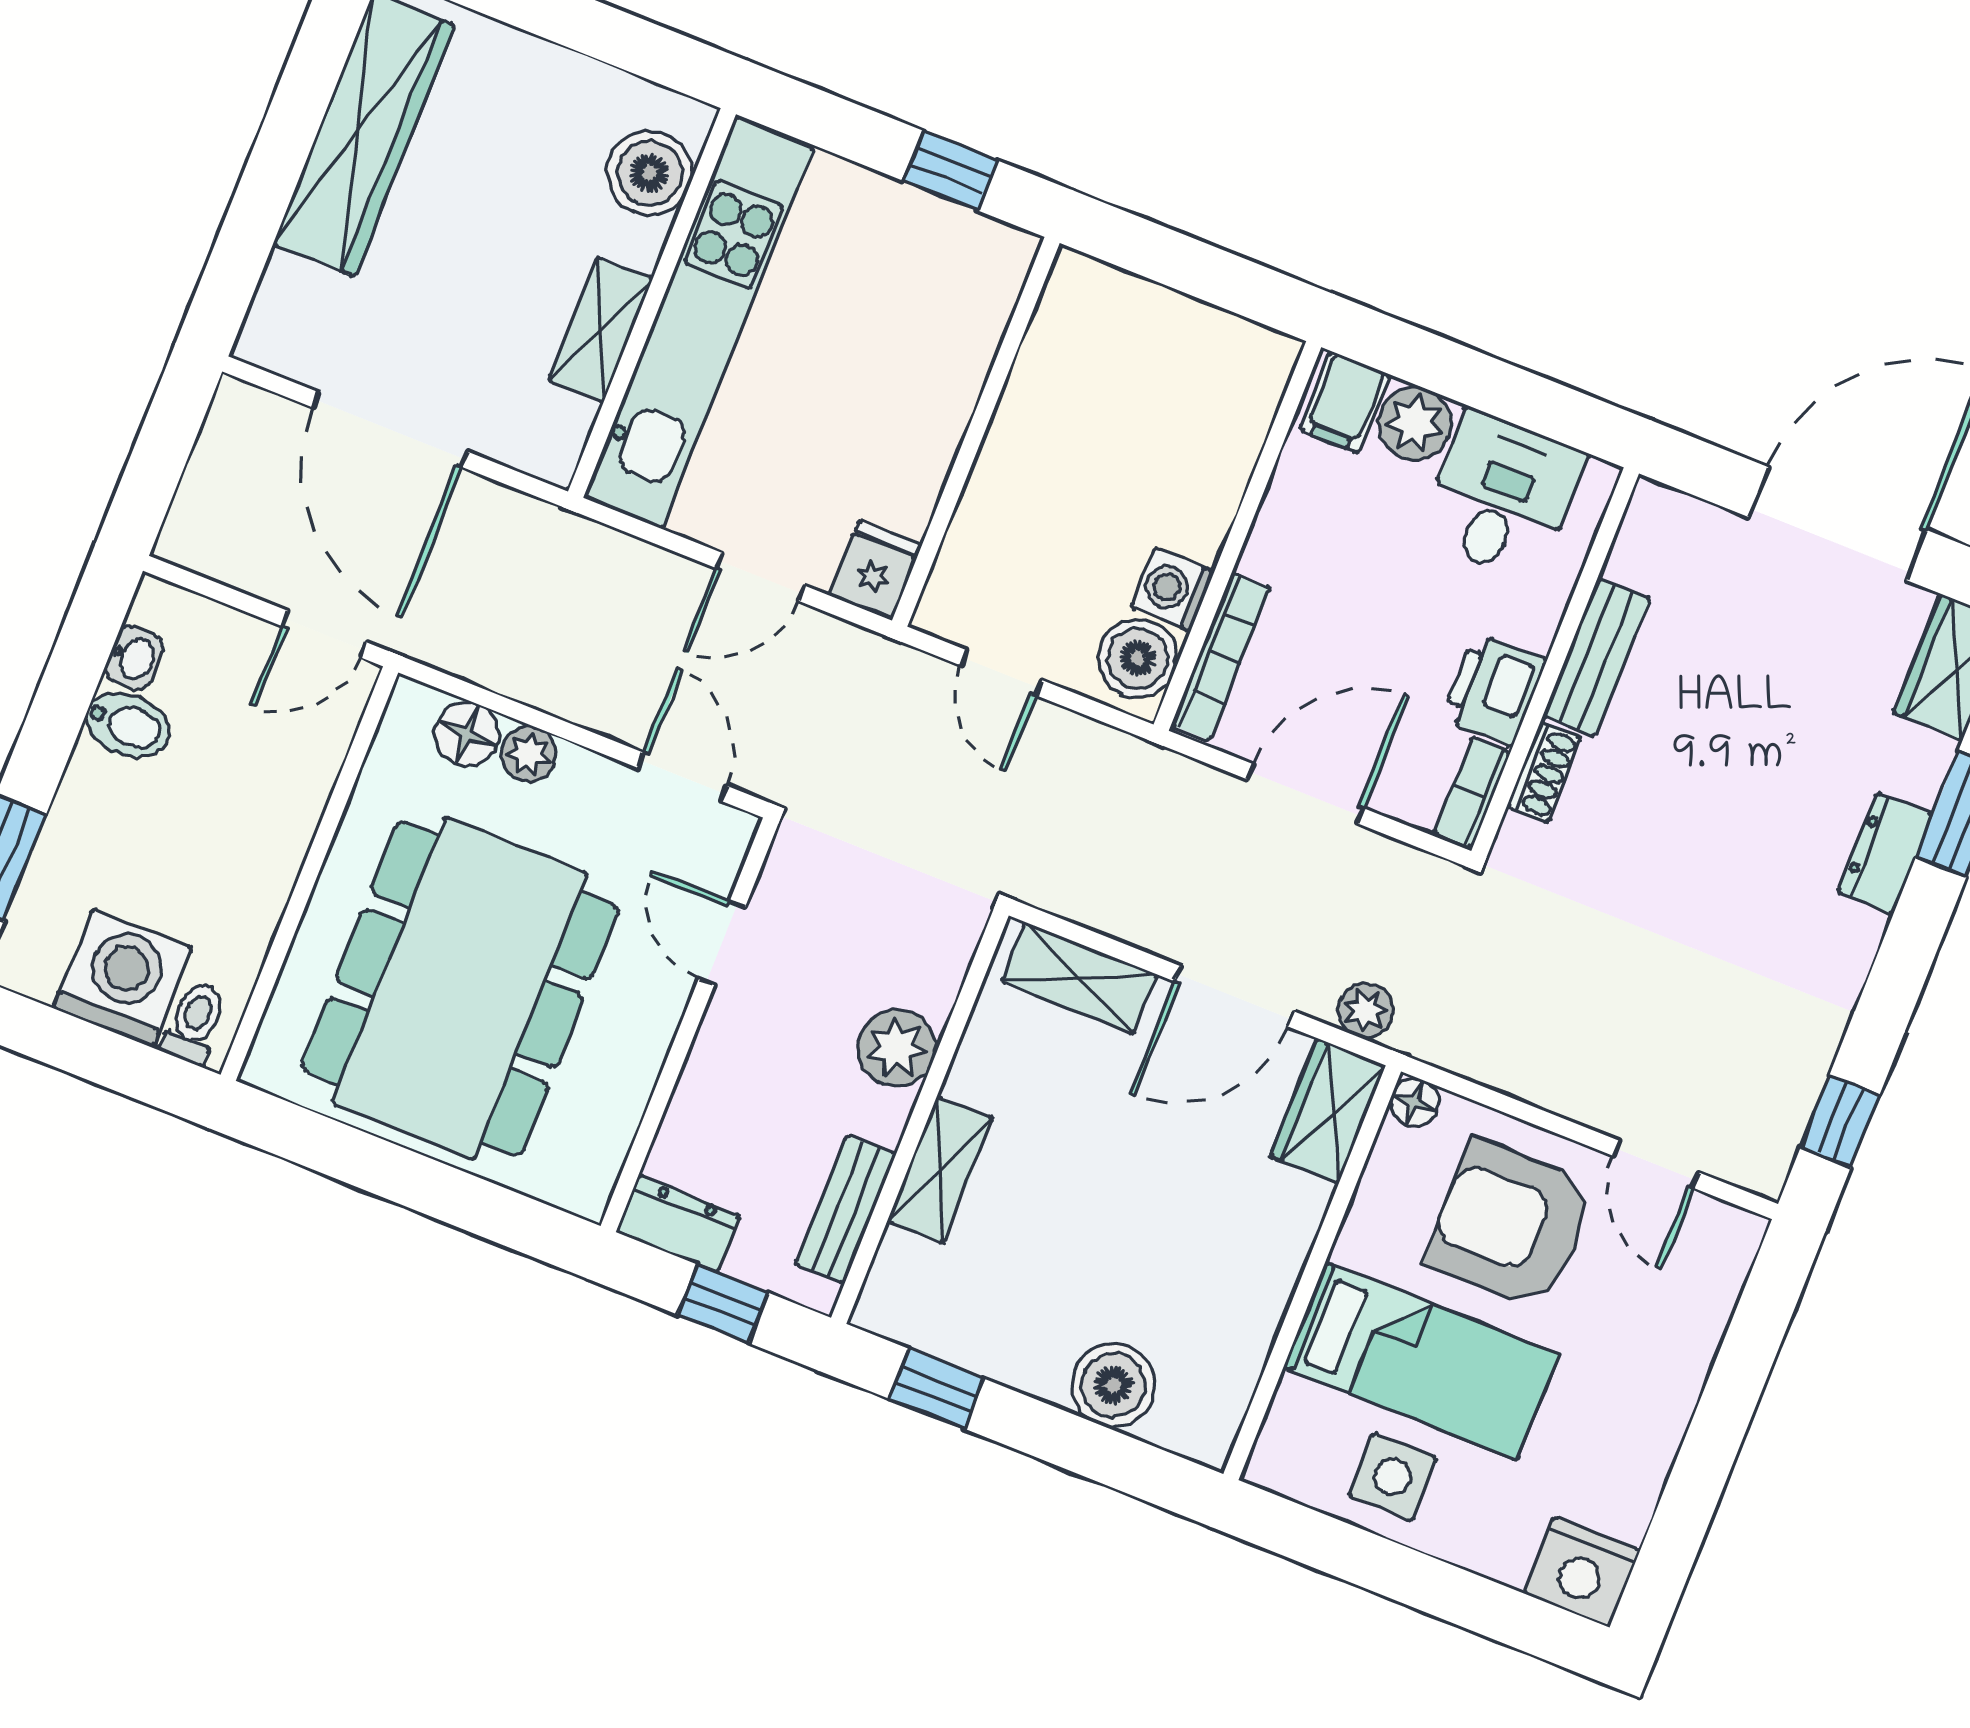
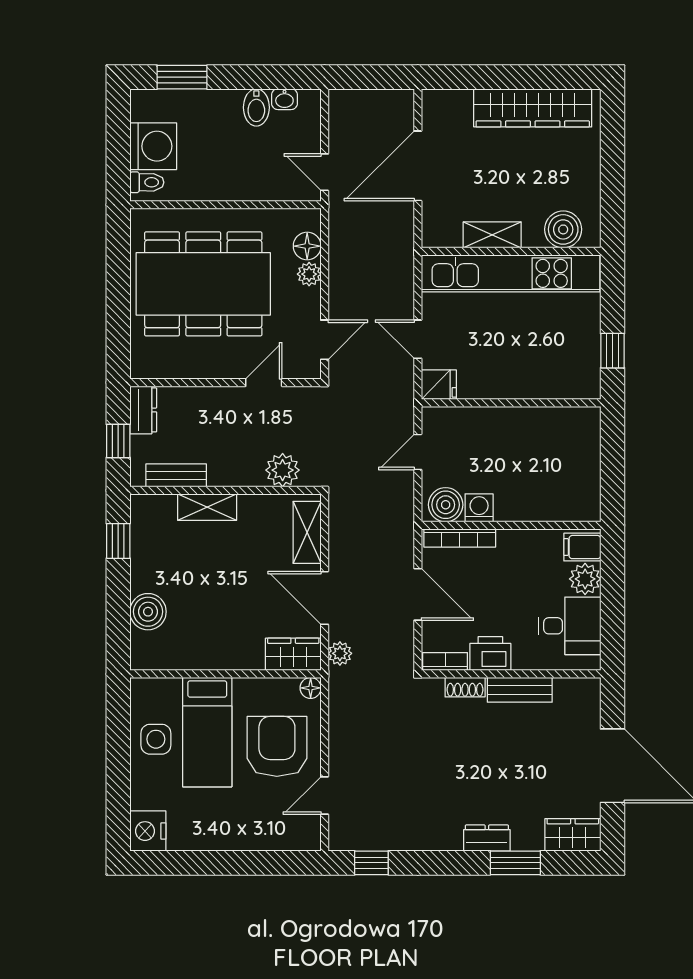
plant: (897, 1048) -> (283, 470), moved

